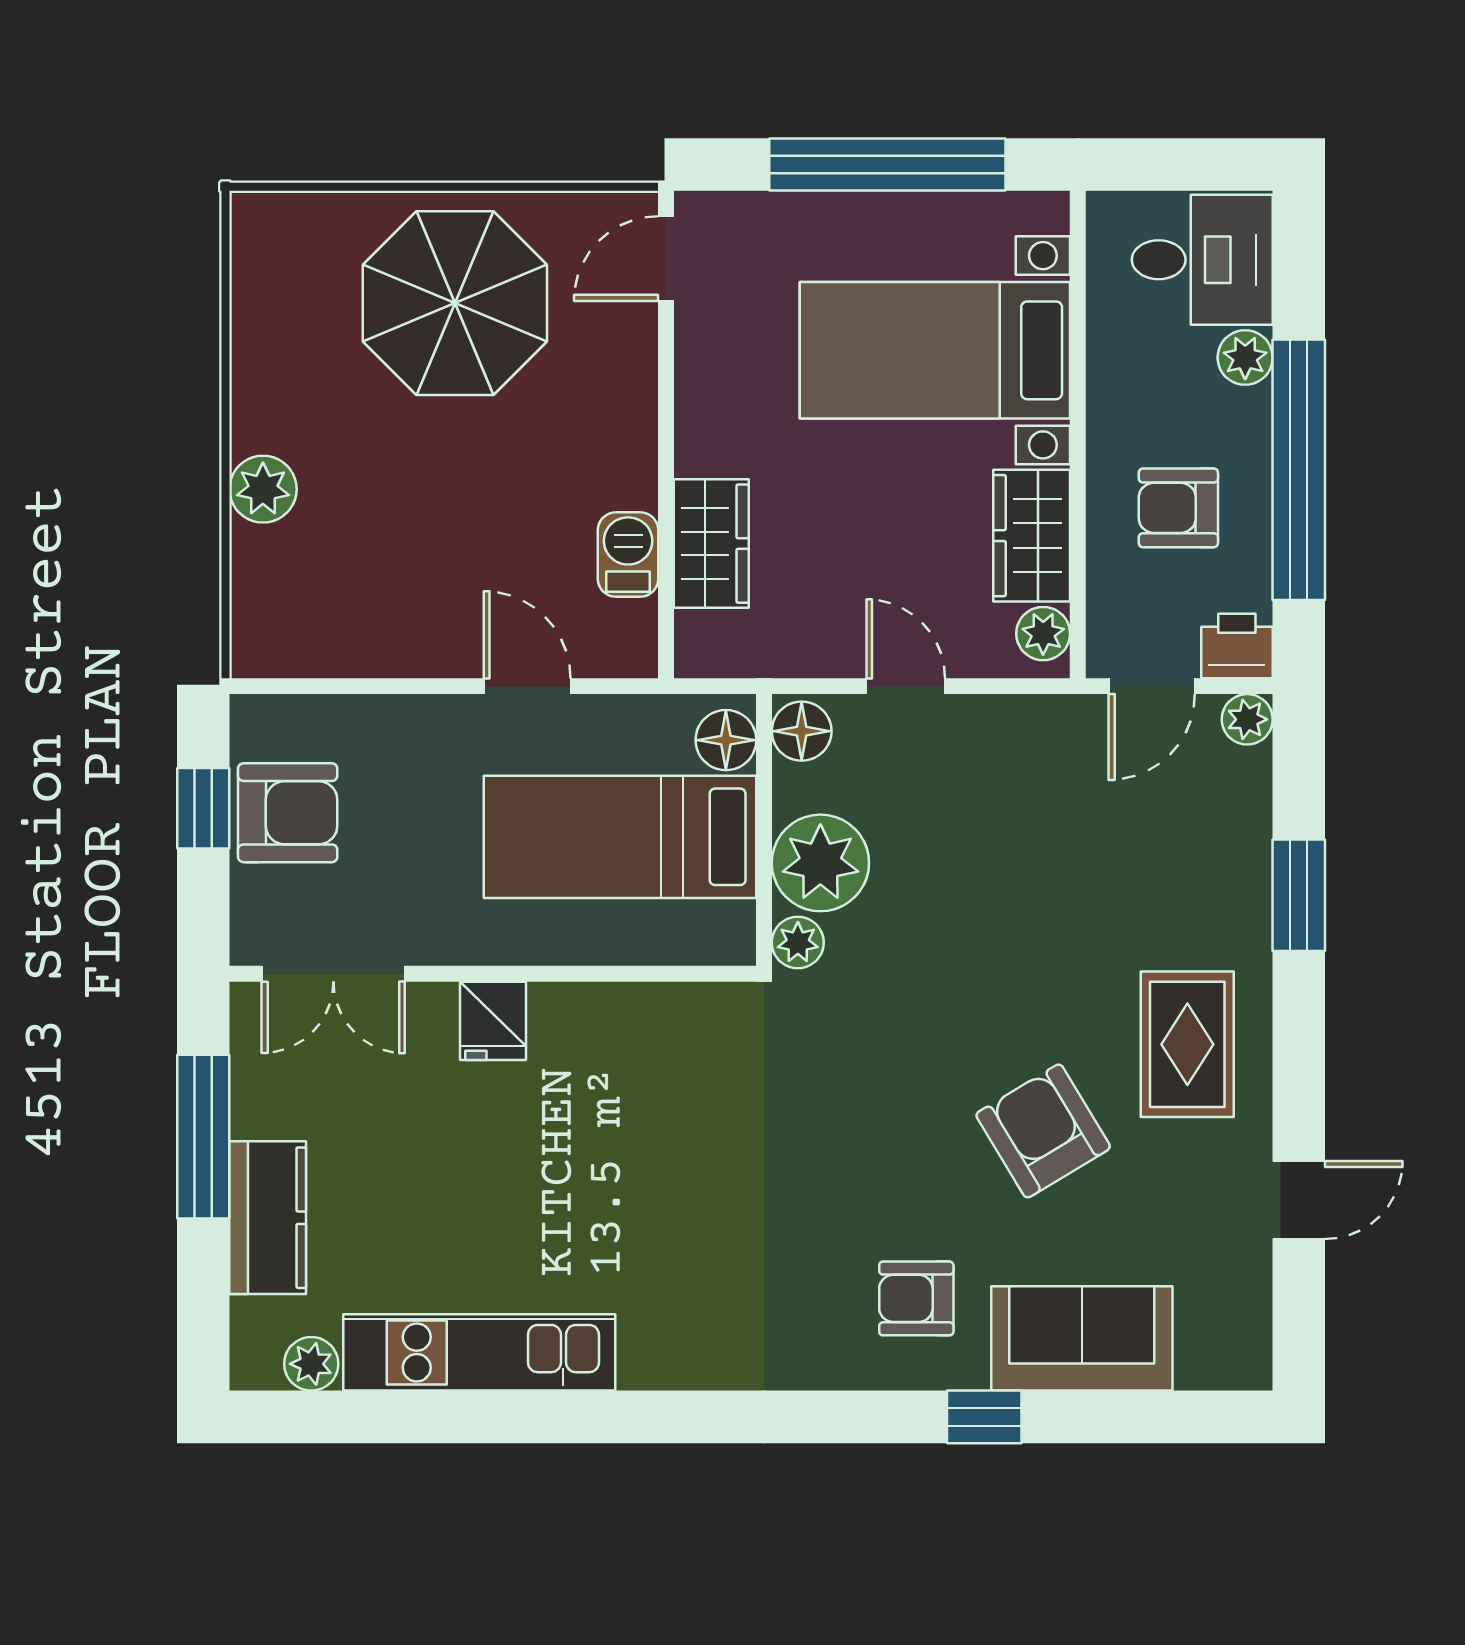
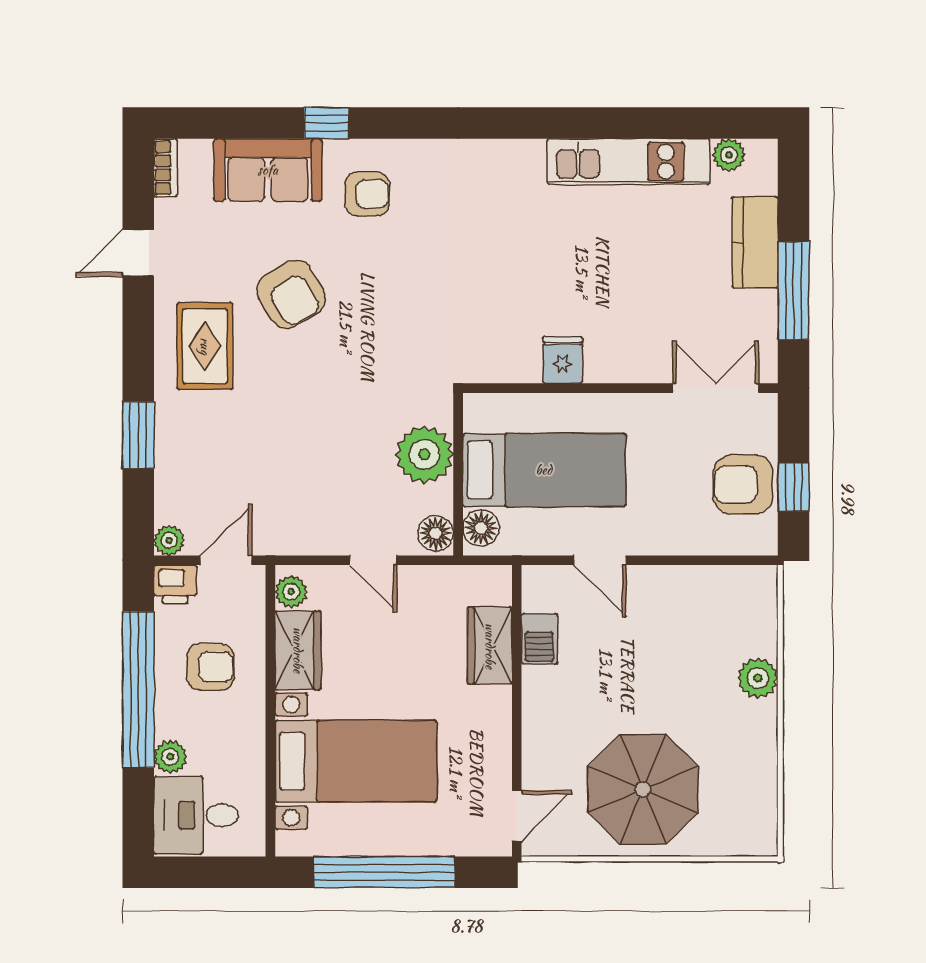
plant: (798, 943) -> (438, 407), removed
fridge: (493, 1021) -> (563, 360), moved
bookcase: (1253, 1342) -> (166, 168), added

